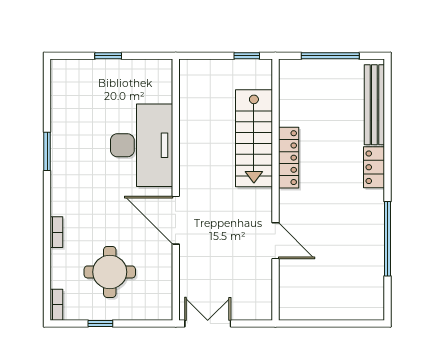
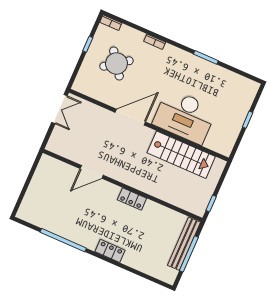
bench: (374, 105) -> (184, 244), moved, turned 90
stairs: (254, 138) -> (181, 155), moved, turned 180
locker: (289, 158) -> (132, 199), width x0.66
round table: (110, 272) -> (116, 64), turned -36

